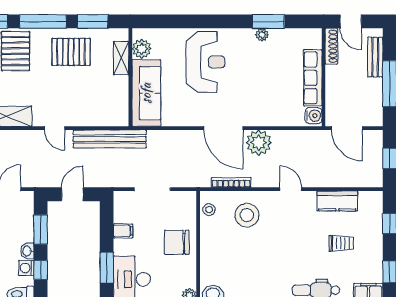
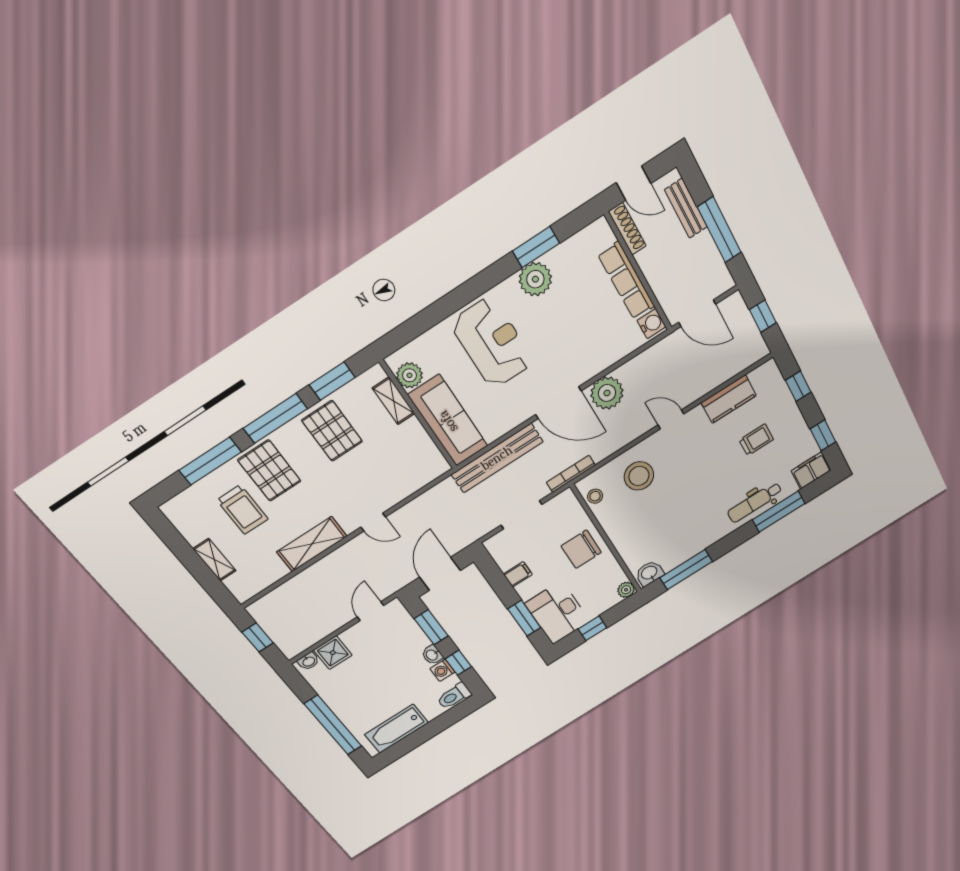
plant: (262, 35) -> (535, 279), width x1.88, depth x1.88
pallet: (71, 52) -> (332, 431), turned 90
bench: (110, 139) -> (497, 458), moved
bookcase: (231, 182) -> (571, 474), moved
door: (72, 194) -> (440, 574), width x1.38

